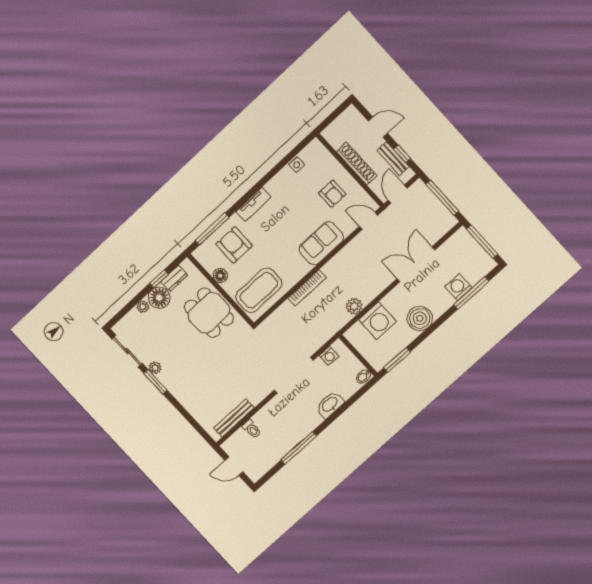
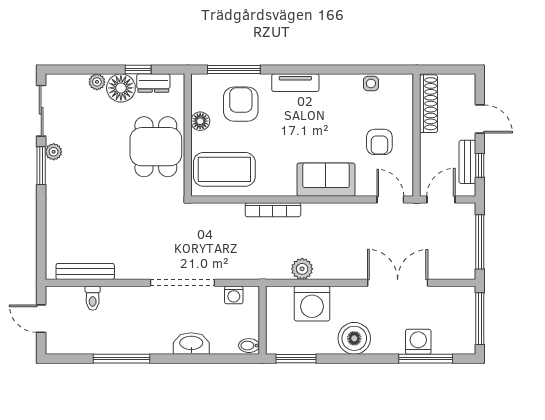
shoe rack: (357, 164) -> (428, 104), moved

